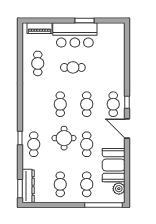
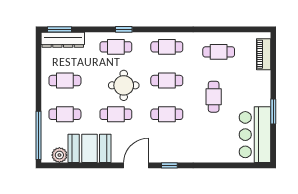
bar counter: (75, 35) -> (255, 135), moved
cafe table: (113, 104) -> (167, 47), moved

